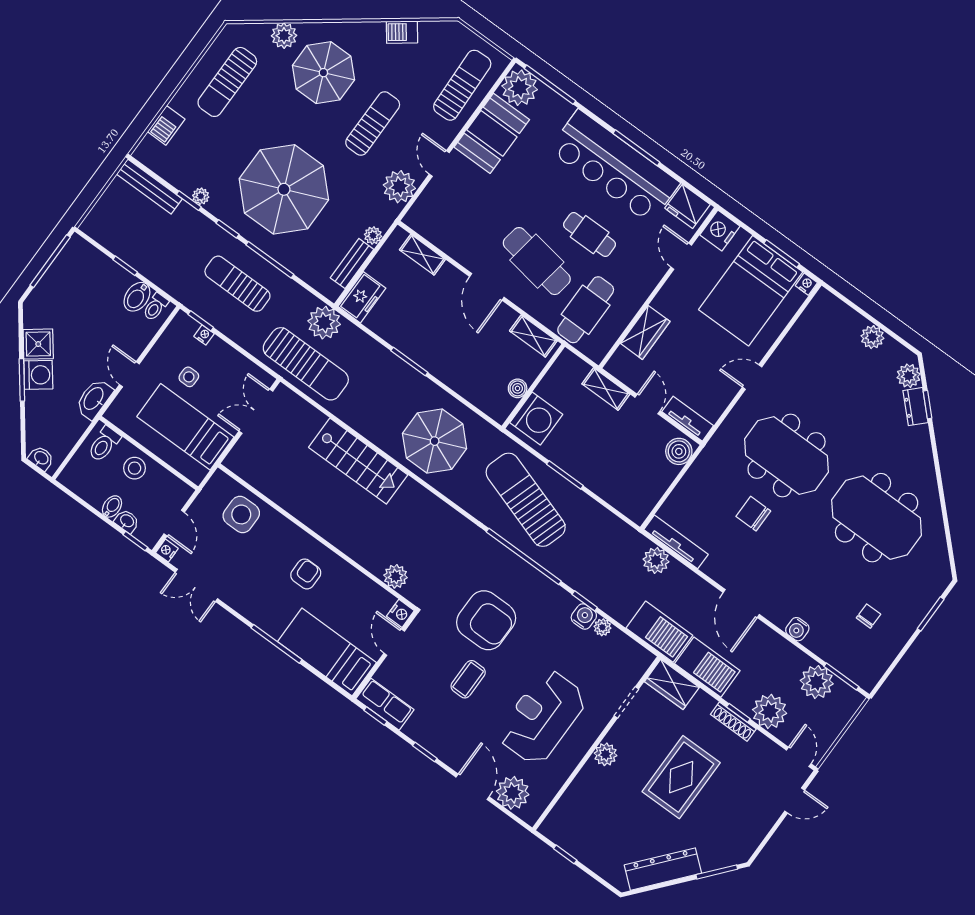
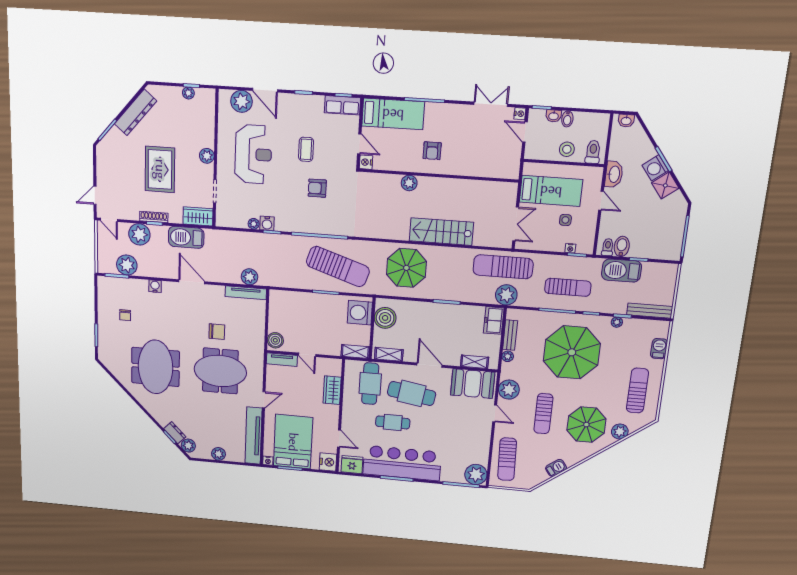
booth: (492, 133) -> (473, 384), moved, turned 90
tv unit: (802, 334) -> (253, 436), added
boiler: (518, 388) -> (385, 318), width x1.86, depth x1.86
shelving: (606, 389) -> (355, 351), moved
side table: (241, 514) -> (489, 161), removed
meeting table: (877, 518) -> (155, 367), turned 90
plant: (396, 576) -> (409, 183), moved
armchair: (486, 620) -> (317, 188), width x0.53, depth x0.53
barbecue: (659, 632) -> (621, 271), moved
plant: (576, 848) -> (188, 93), added

